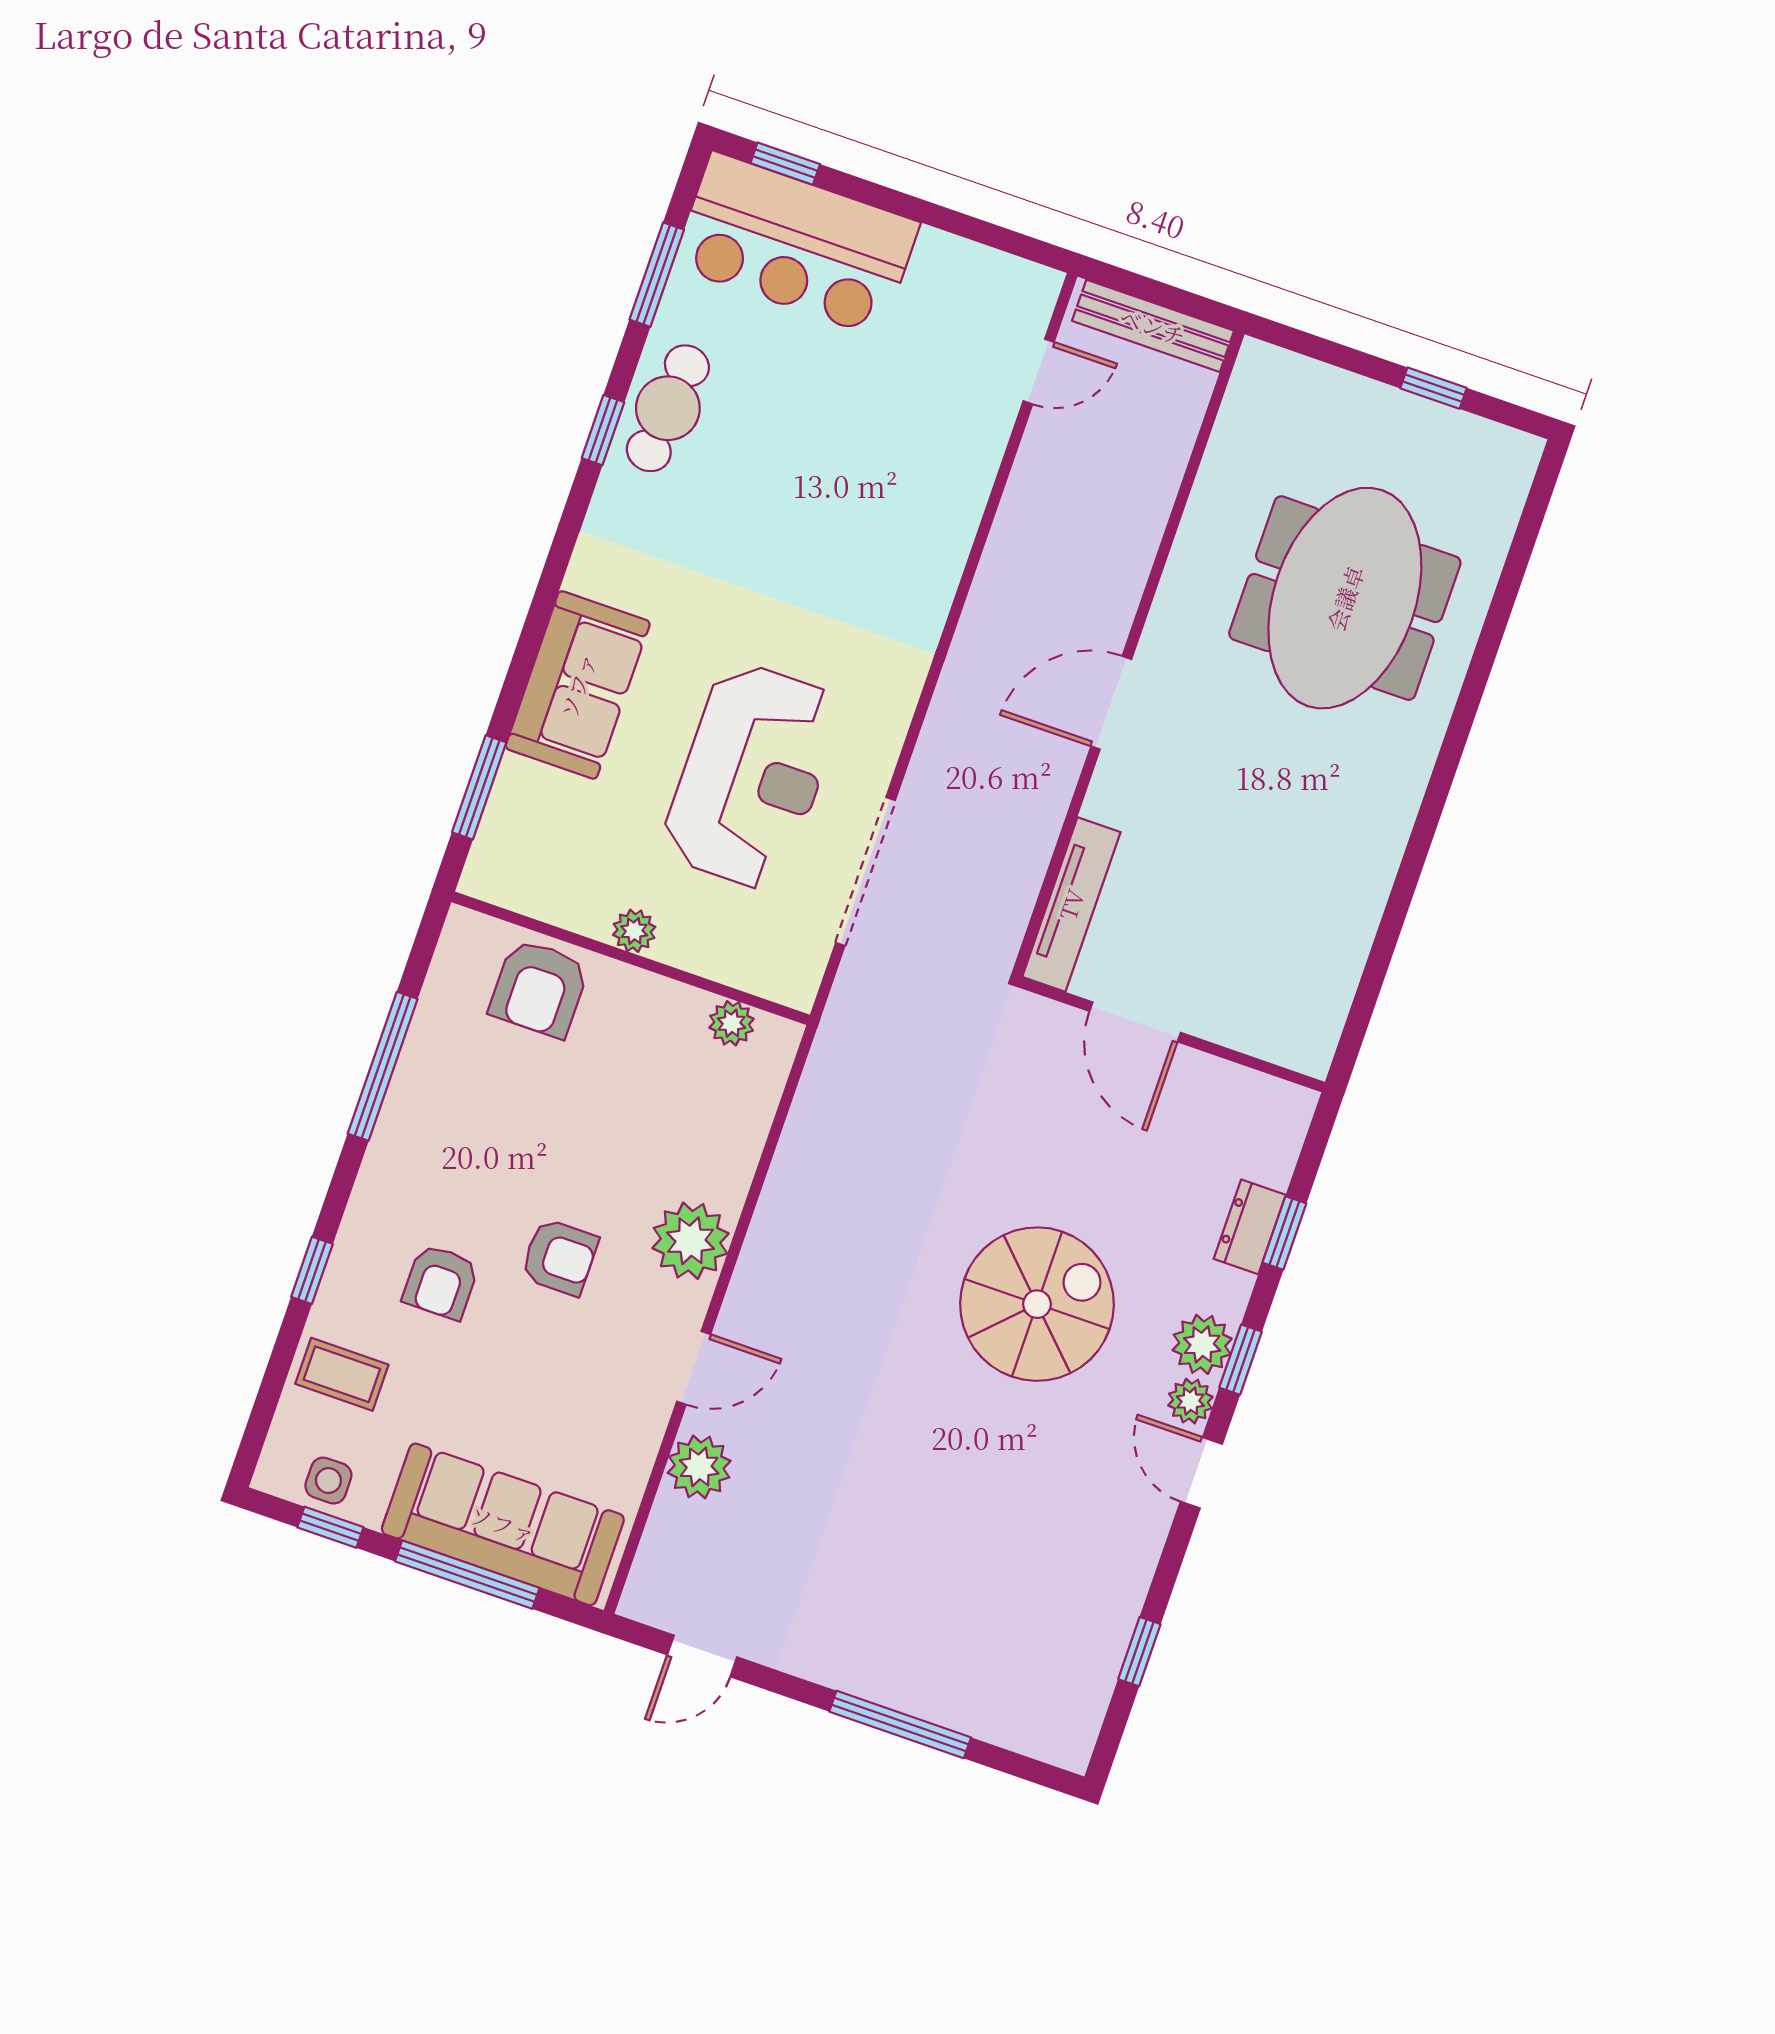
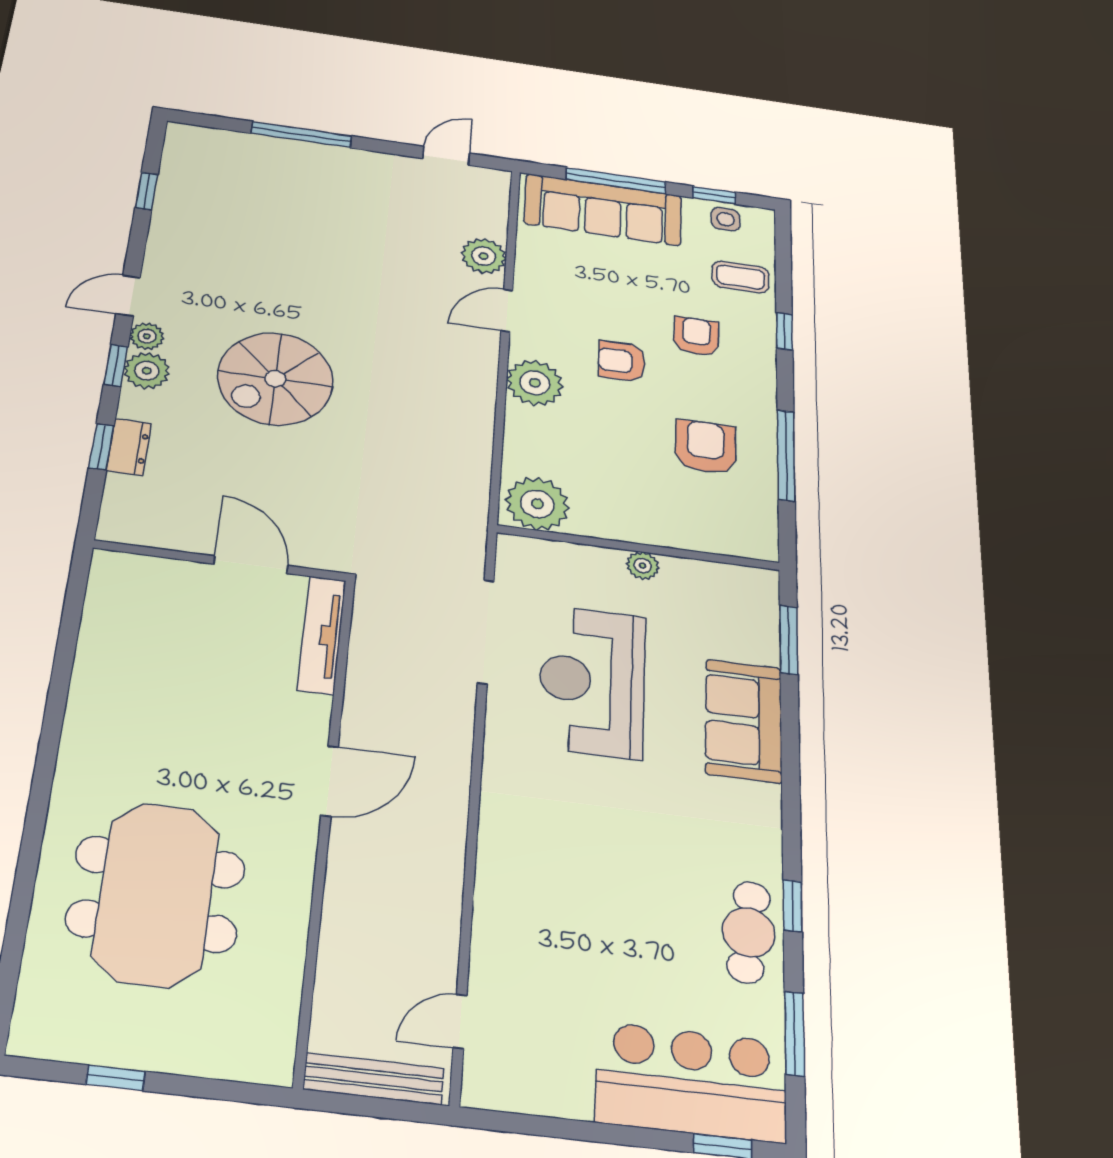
armchair: (539, 988) -> (706, 447), moved
plant: (732, 1023) -> (537, 504), width x1.87, depth x1.87
door: (1201, 1473) -> (128, 296), swing flipped

